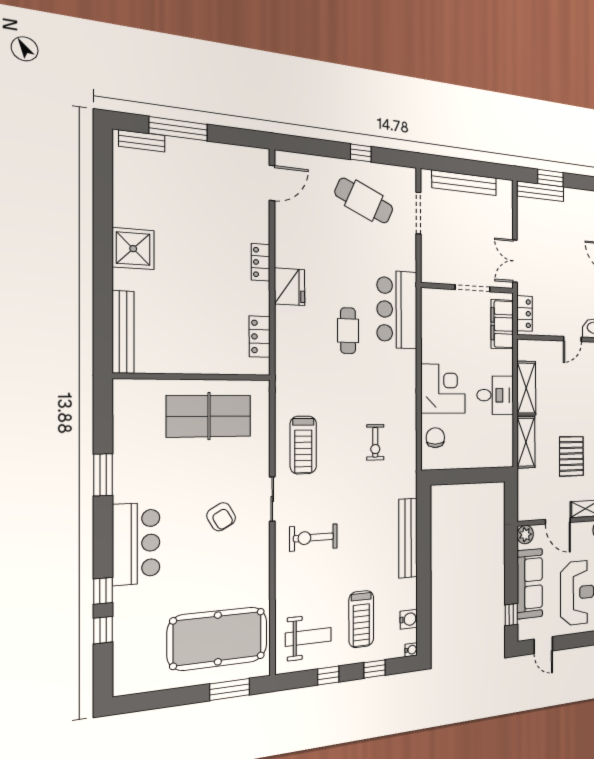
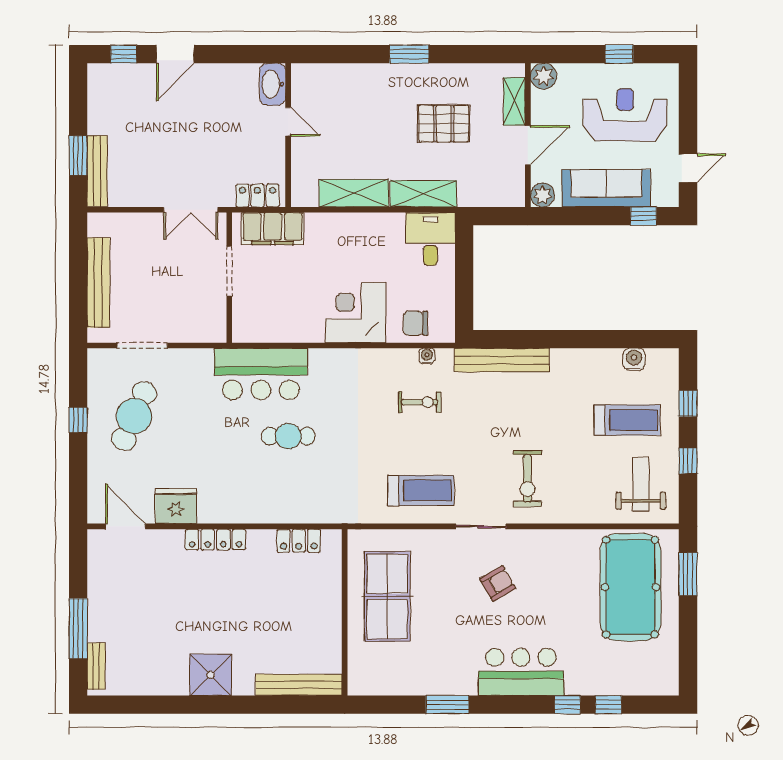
locker: (261, 262) -> (216, 540), width x1.53
fridge: (290, 287) -> (176, 506), moved
desk: (495, 395) -> (430, 239), moved
bench: (408, 538) -> (502, 360), moved
water cooler: (411, 650) -> (427, 356), moved

